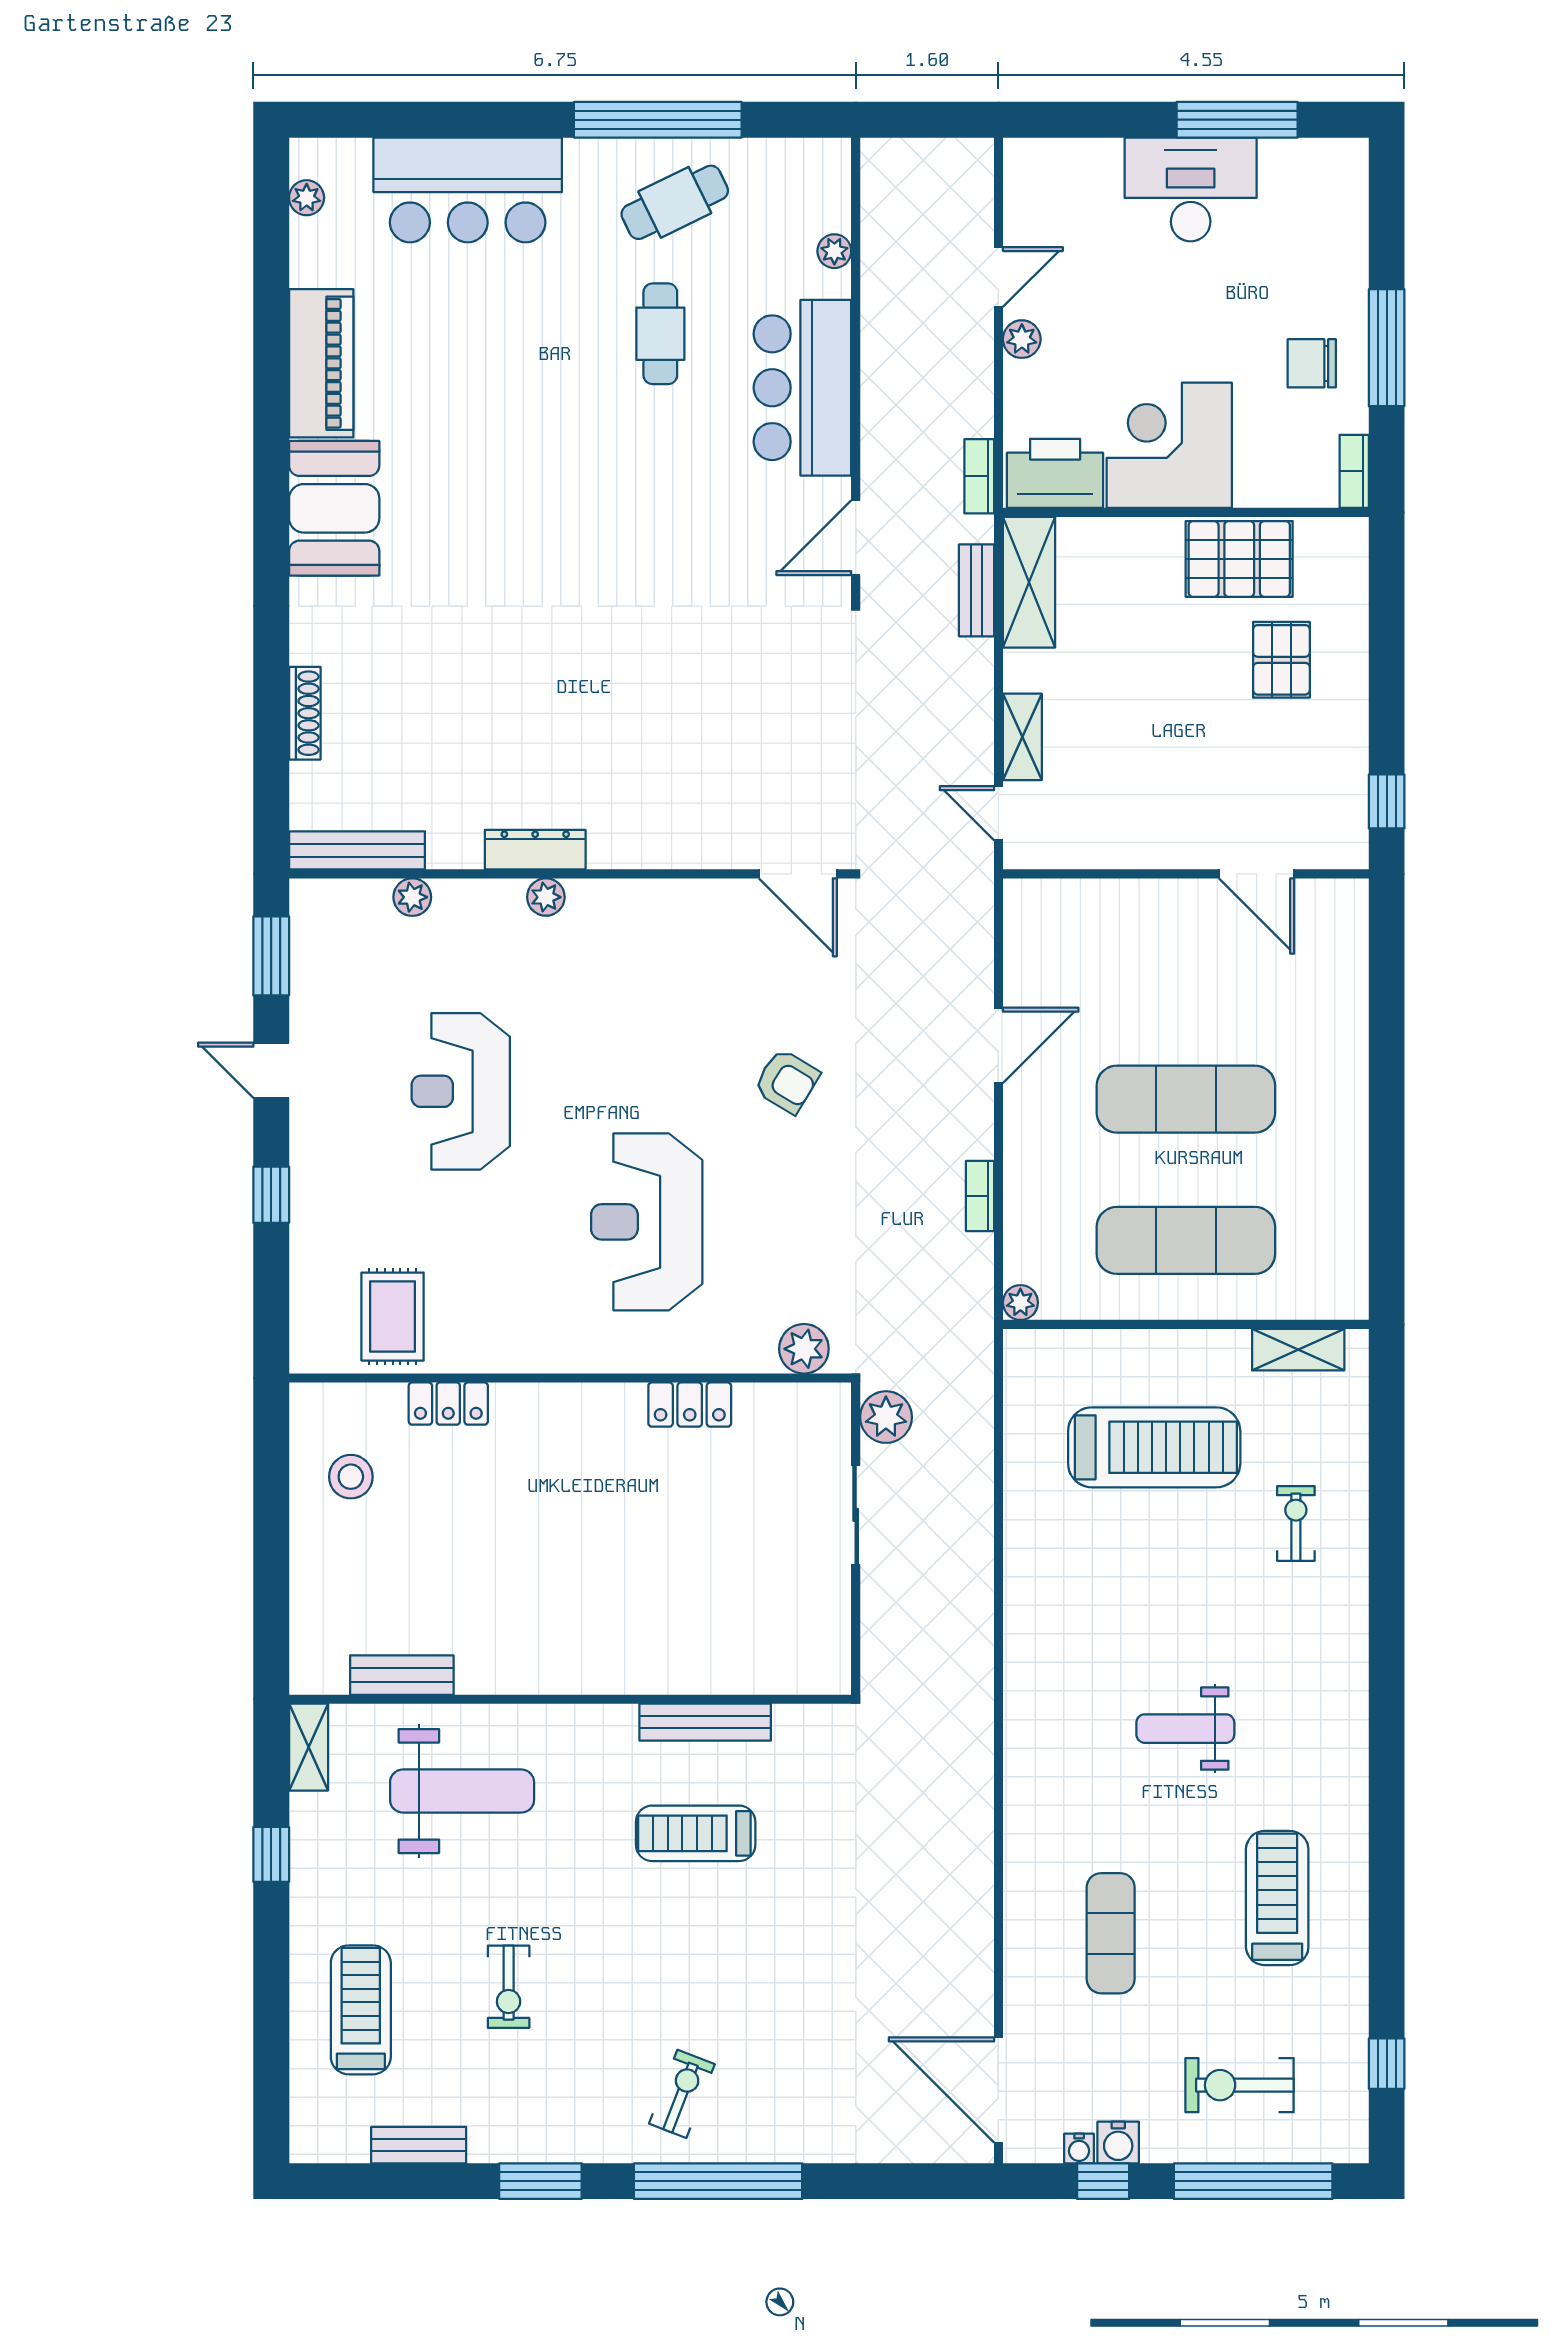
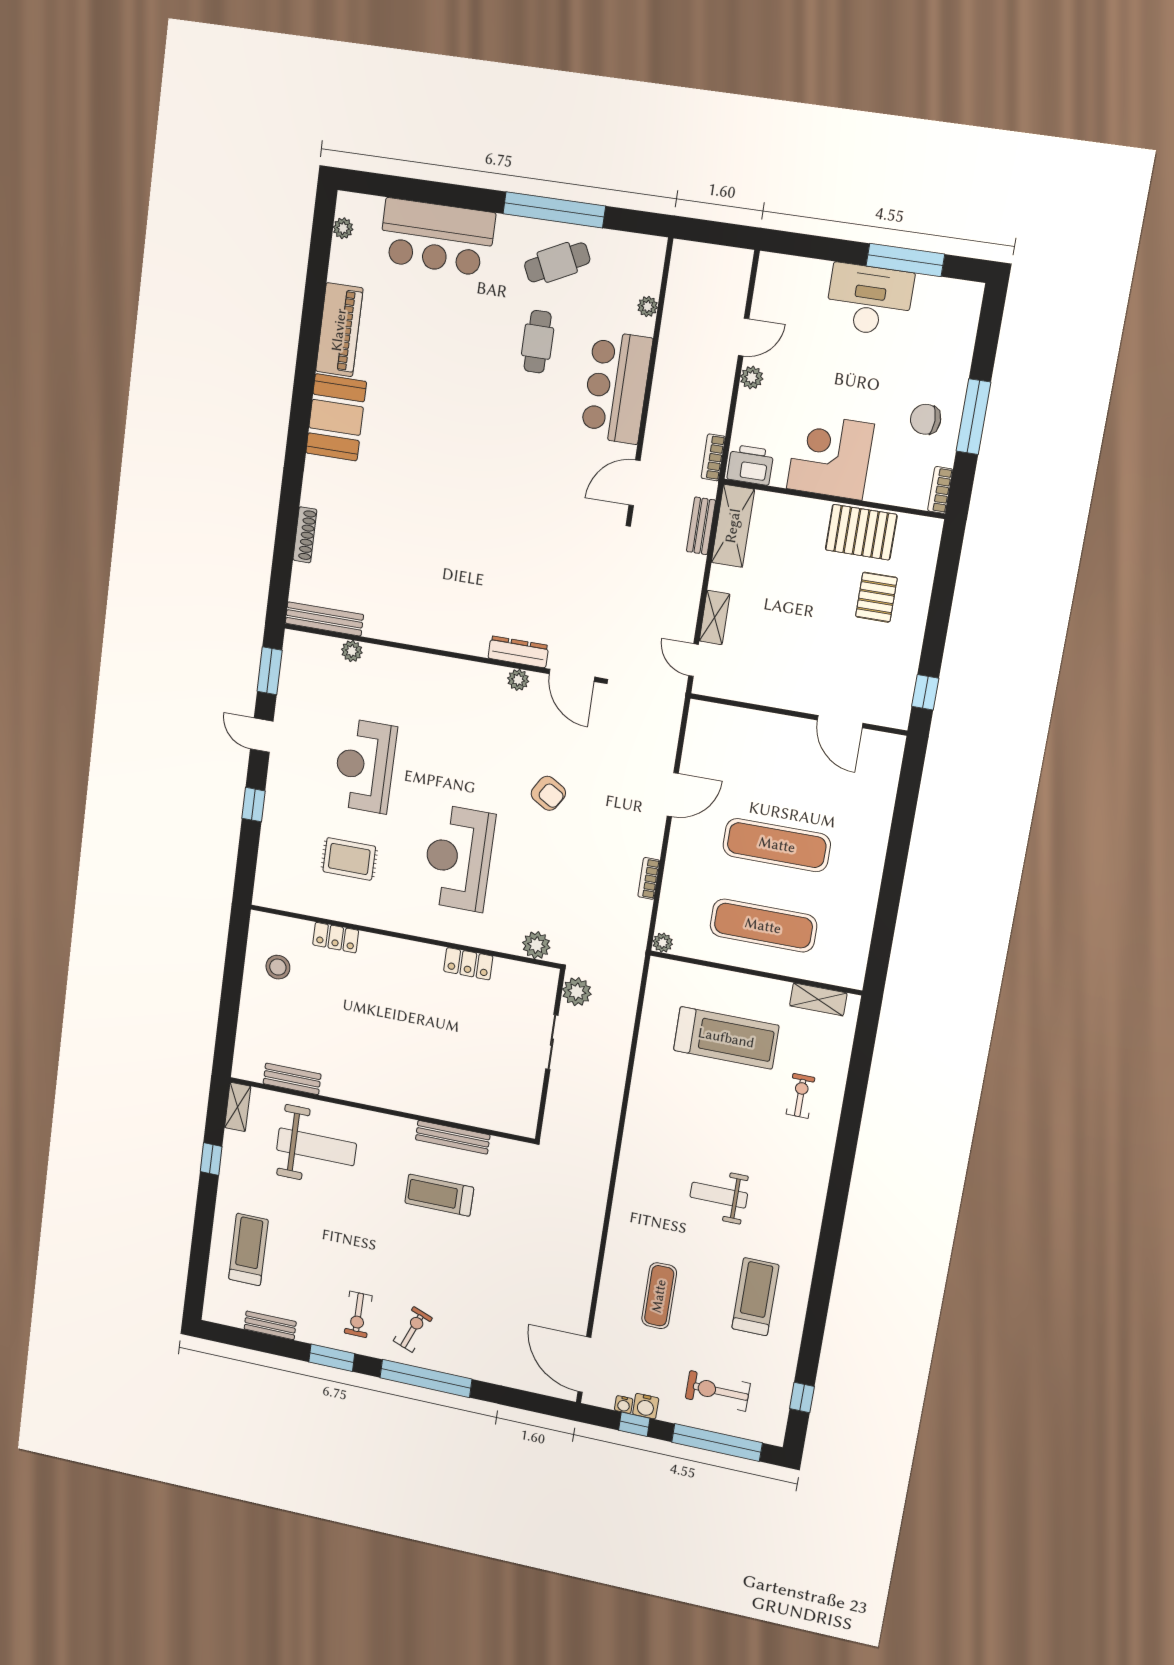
printer: (1055, 473) -> (750, 465), width x0.73, depth x0.84
dresser: (535, 850) -> (518, 652), moved
plant: (546, 897) -> (518, 680), moved
rug: (393, 1317) -> (349, 859), moved, turned 90
exercise bike: (509, 1987) -> (358, 1314), moved

